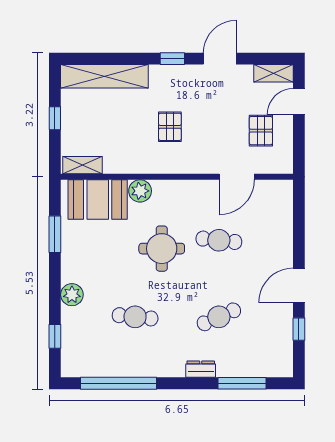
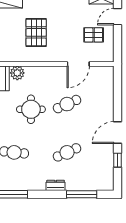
pallet: (170, 127) -> (36, 32), width x1.50, depth x1.42
pallet: (261, 131) -> (94, 35), turned 90
cafe table: (219, 240) -> (67, 104), turned -30

